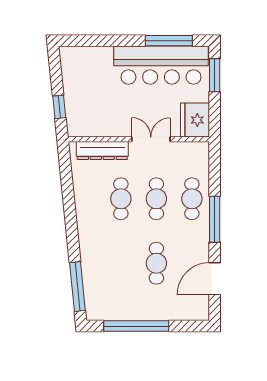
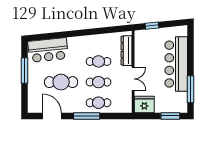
bar counter: (161, 65) -> (176, 64), moved
cafe table: (156, 263) -> (61, 82), width x1.37, depth x1.35
bar counter: (101, 286) -> (48, 50), added
window: (77, 287) -> (47, 36), removed
window: (136, 326) -> (25, 70), width x0.68

